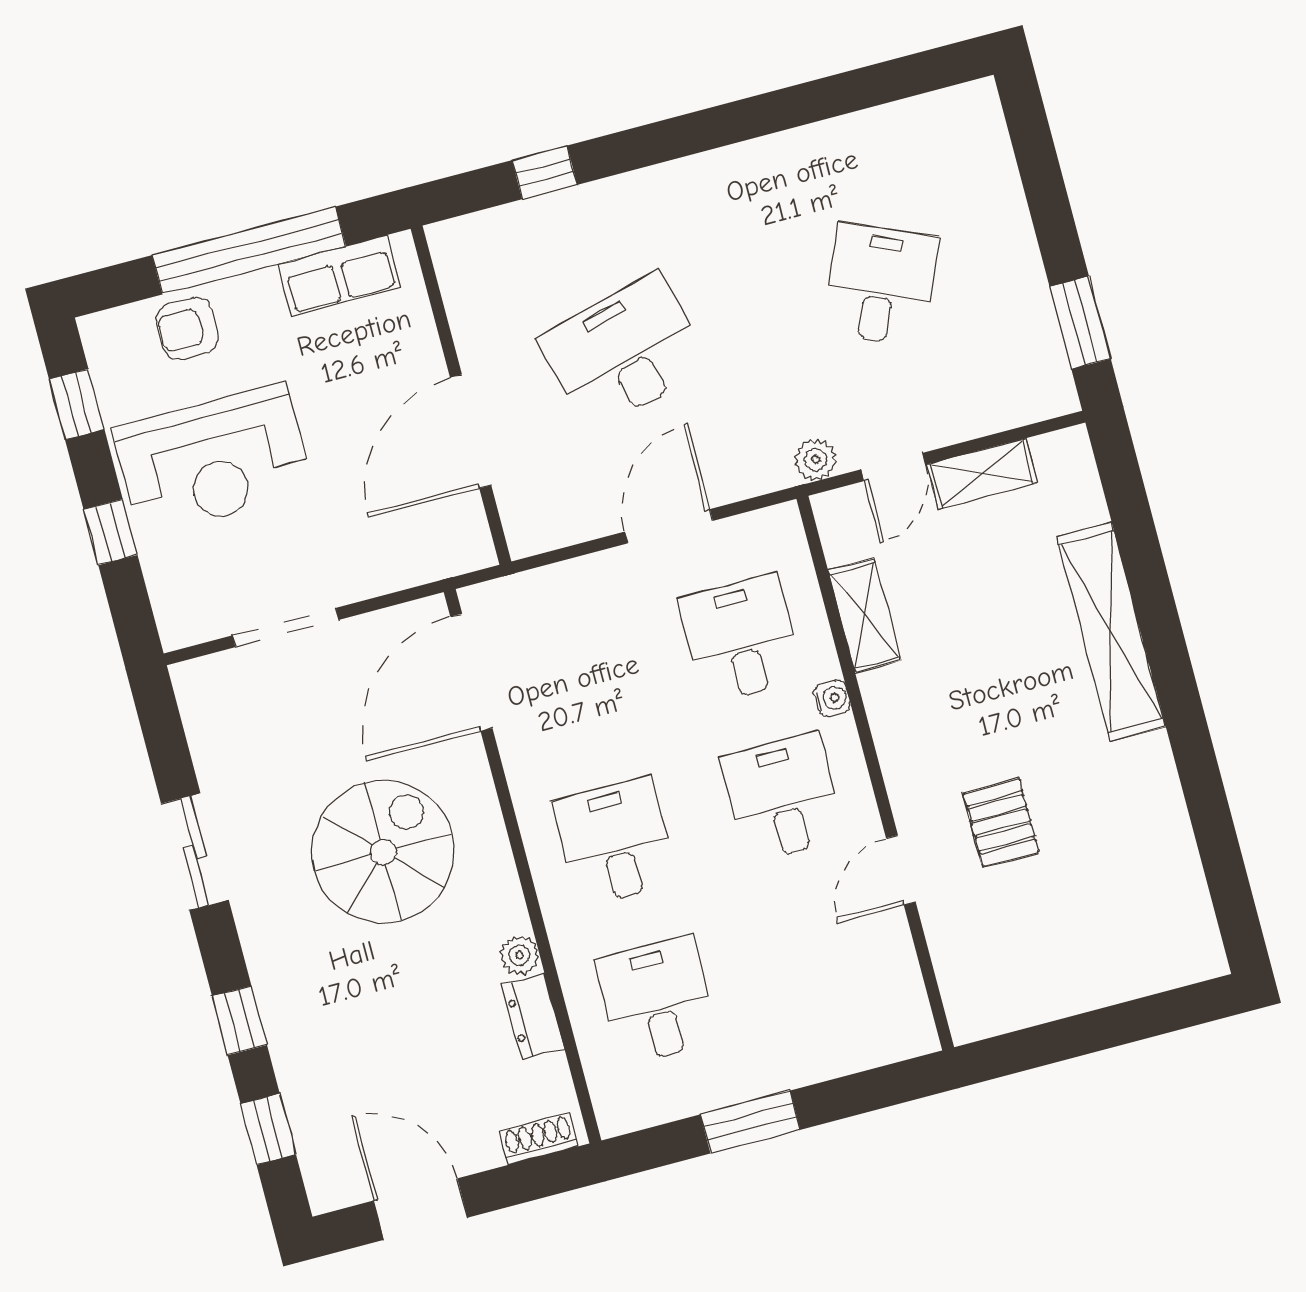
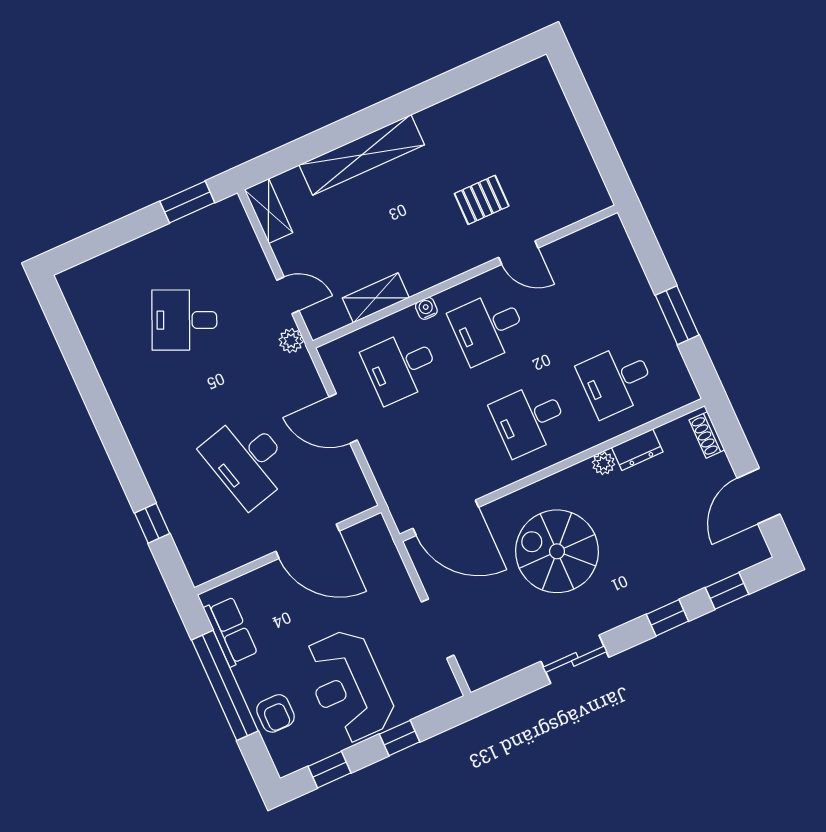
reception desk: (213, 460) -> (349, 686), turned 180
shelving: (982, 474) -> (268, 211), moved

